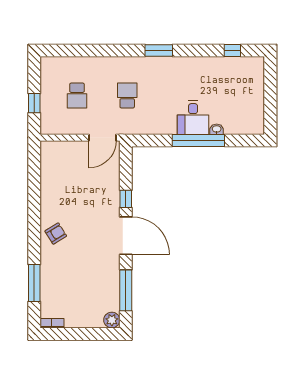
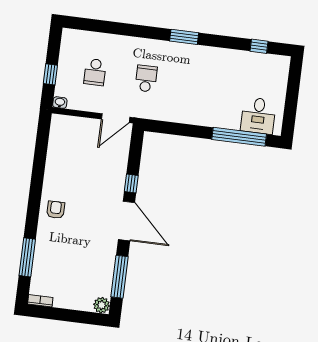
desk: (193, 118) -> (258, 116), moved
washbasin: (217, 129) -> (60, 103), moved
window: (198, 141) -> (239, 137), moved
armchair: (56, 234) -> (56, 210), turned -58

